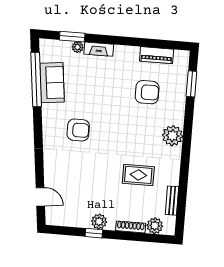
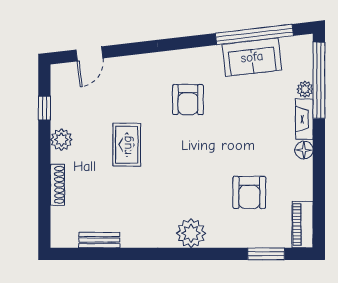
window: (72, 37) -> (319, 80), width x2.11
floor lamp: (121, 51) -> (304, 150), added
piano: (157, 55) -> (303, 225), moved
rug: (138, 175) -> (127, 145), moved
plant: (155, 226) -> (62, 219), removed
window: (94, 233) -> (44, 108), moved

